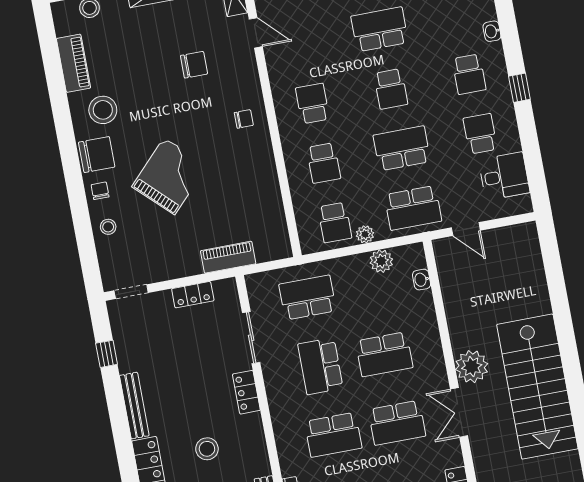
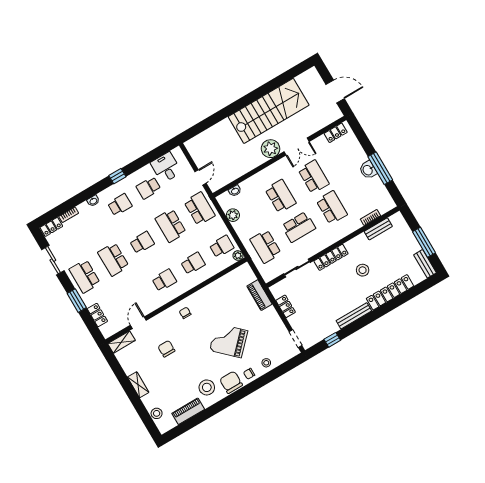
school desk: (312, 103) -> (164, 280), turned 180
plant: (365, 234) -> (238, 256), moved
locker: (246, 392) -> (331, 257), width x1.53

